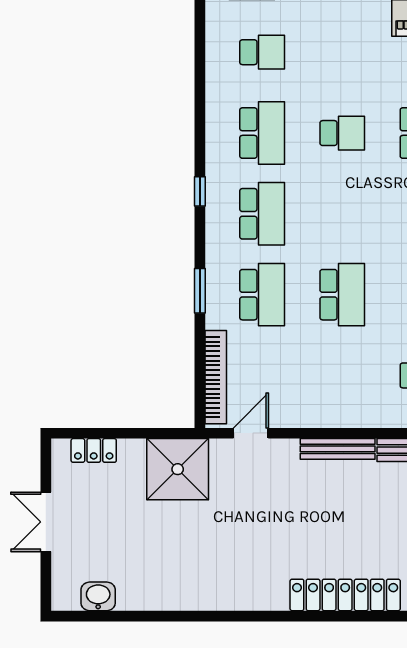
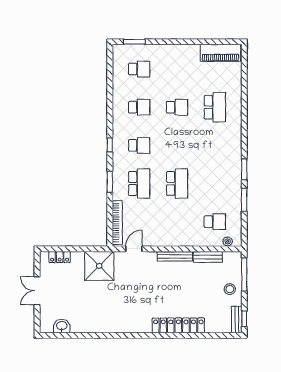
school desk: (262, 133) -> (139, 107), width x0.54
window: (200, 191) -> (110, 145), moved
school desk: (262, 214) -> (139, 145), width x0.54

